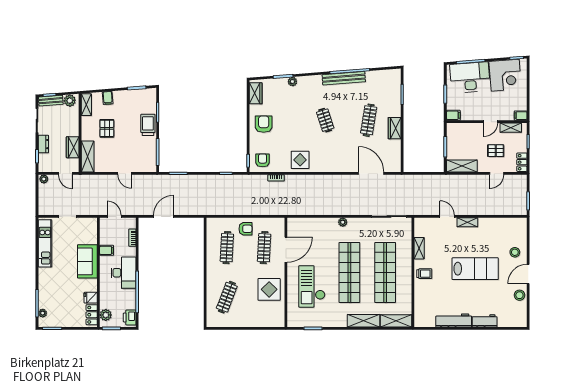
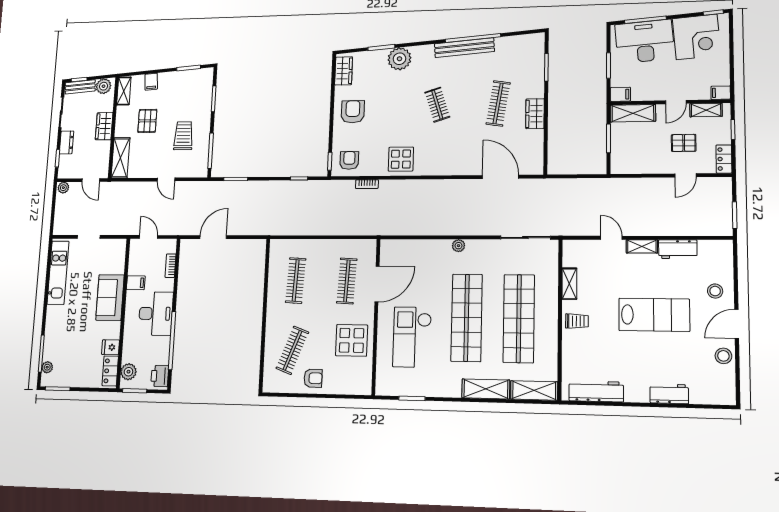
plant: (292, 82) -> (399, 59), width x1.88, depth x1.88
trolley: (148, 125) -> (183, 136), moved
wardrobe: (73, 147) -> (104, 126), moved
shelving: (462, 166) -> (633, 113), moved
workbench: (491, 224) -> (678, 249), added
armchair: (246, 229) -> (313, 378), moved
workbench: (454, 320) -> (596, 391), moved

